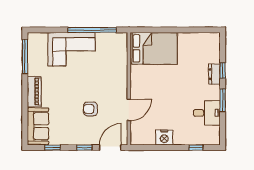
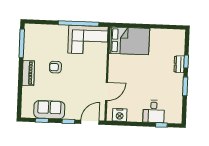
corner sofa: (72, 49) -> (88, 40), moved
armchair: (90, 109) -> (55, 67), moved
desk: (207, 113) -> (154, 111), moved, turned 90
sofa: (38, 126) -> (49, 110), moved, turned -90
nightstand: (164, 137) -> (120, 115), moved

